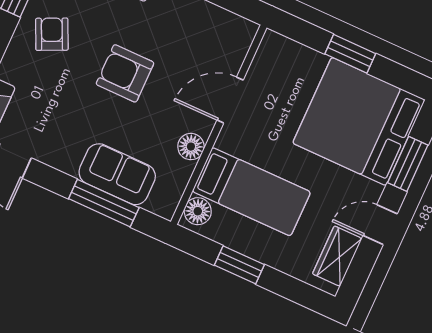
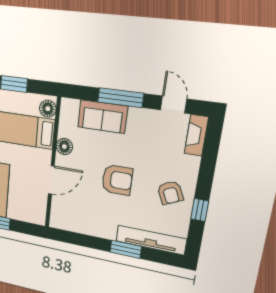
window: (104, 203) -> (121, 98), moved

